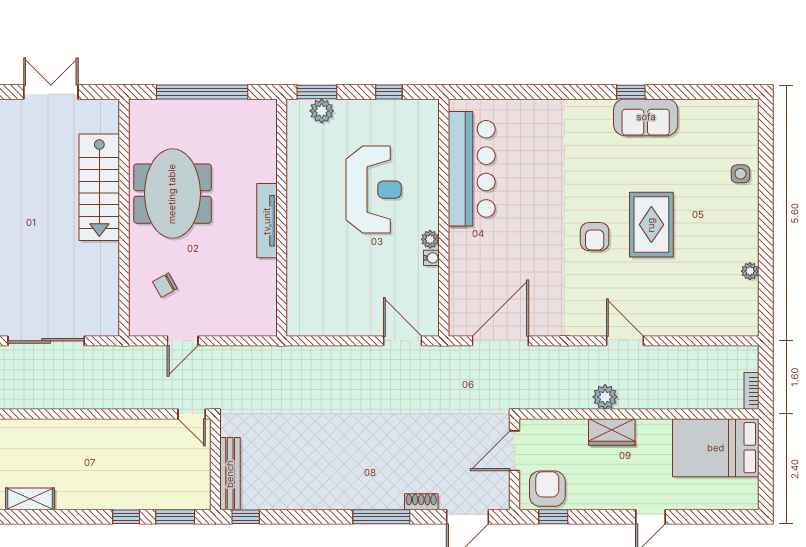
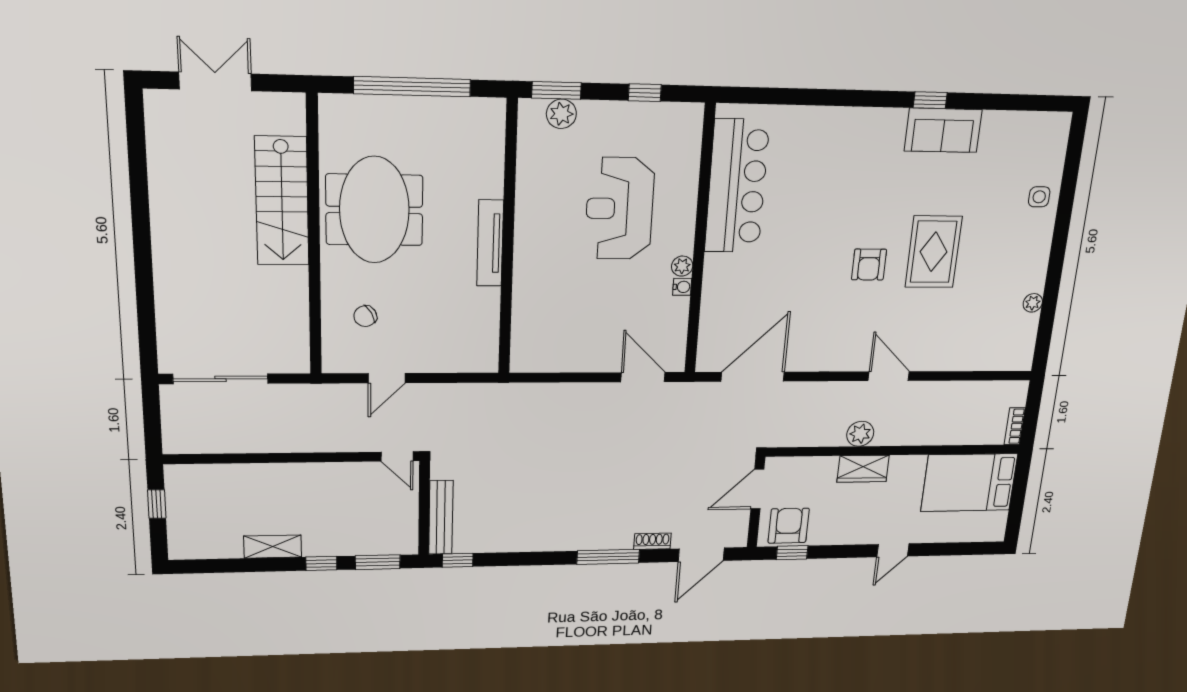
reception desk: (374, 190) -> (619, 209), turned 180
shelving: (30, 499) -> (273, 547), moved

